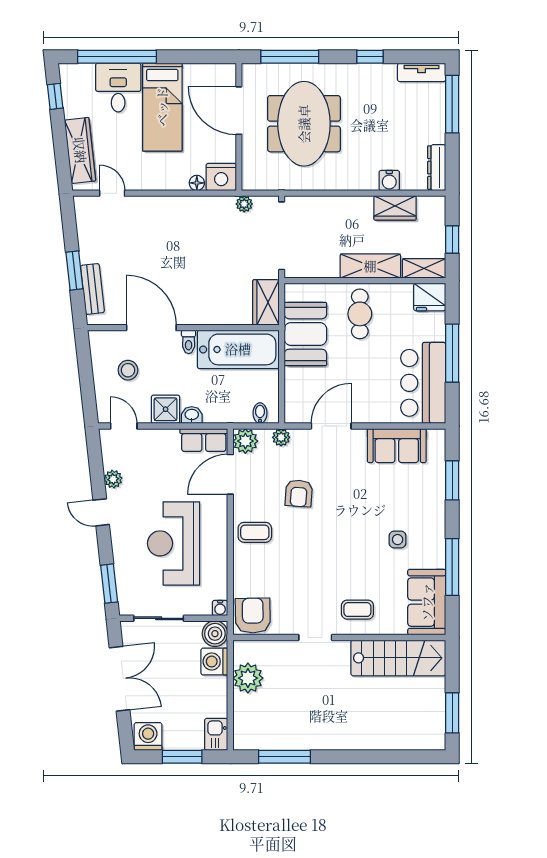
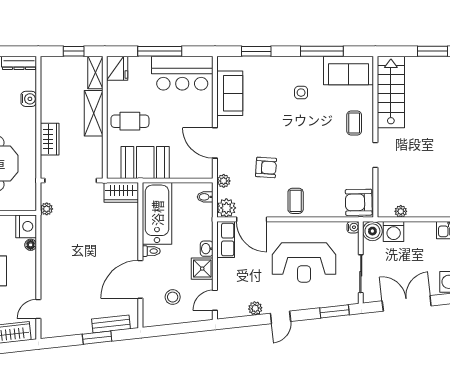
wardrobe: (395, 208) -> (50, 139), moved
plant: (248, 678) -> (401, 211), width x0.53, depth x0.53

